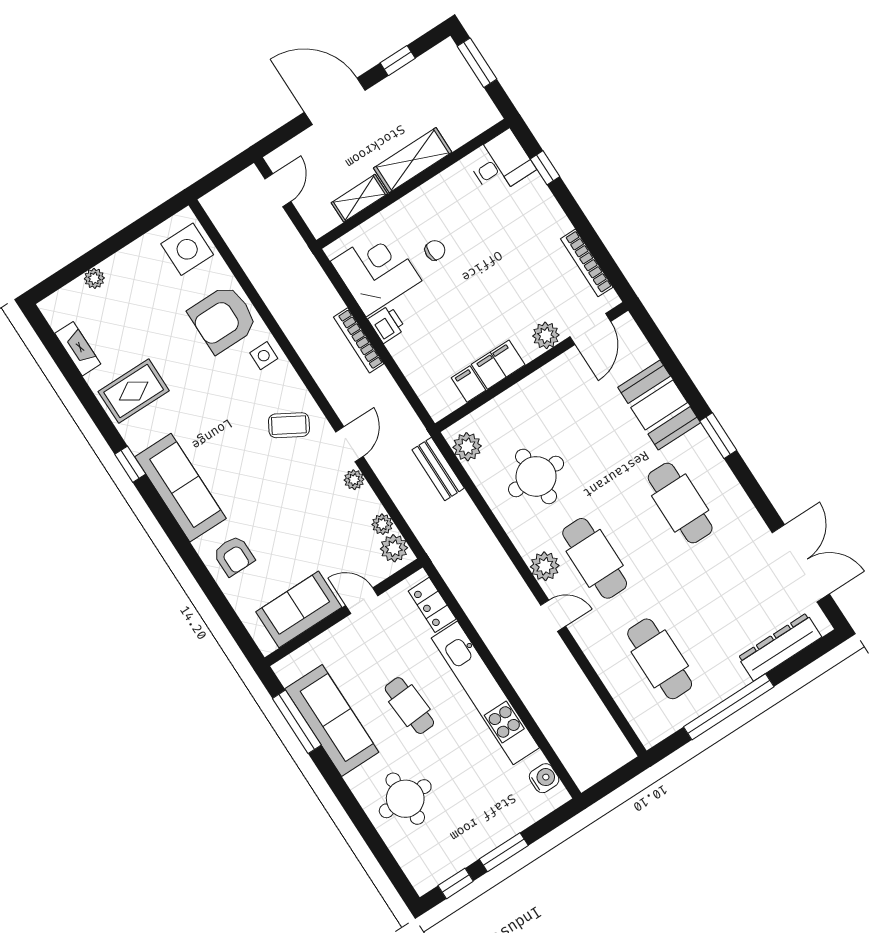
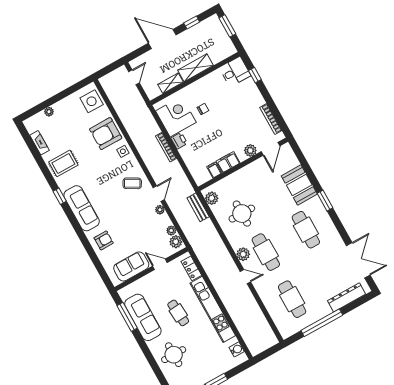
armchair: (234, 556) -> (104, 240), turned -90

